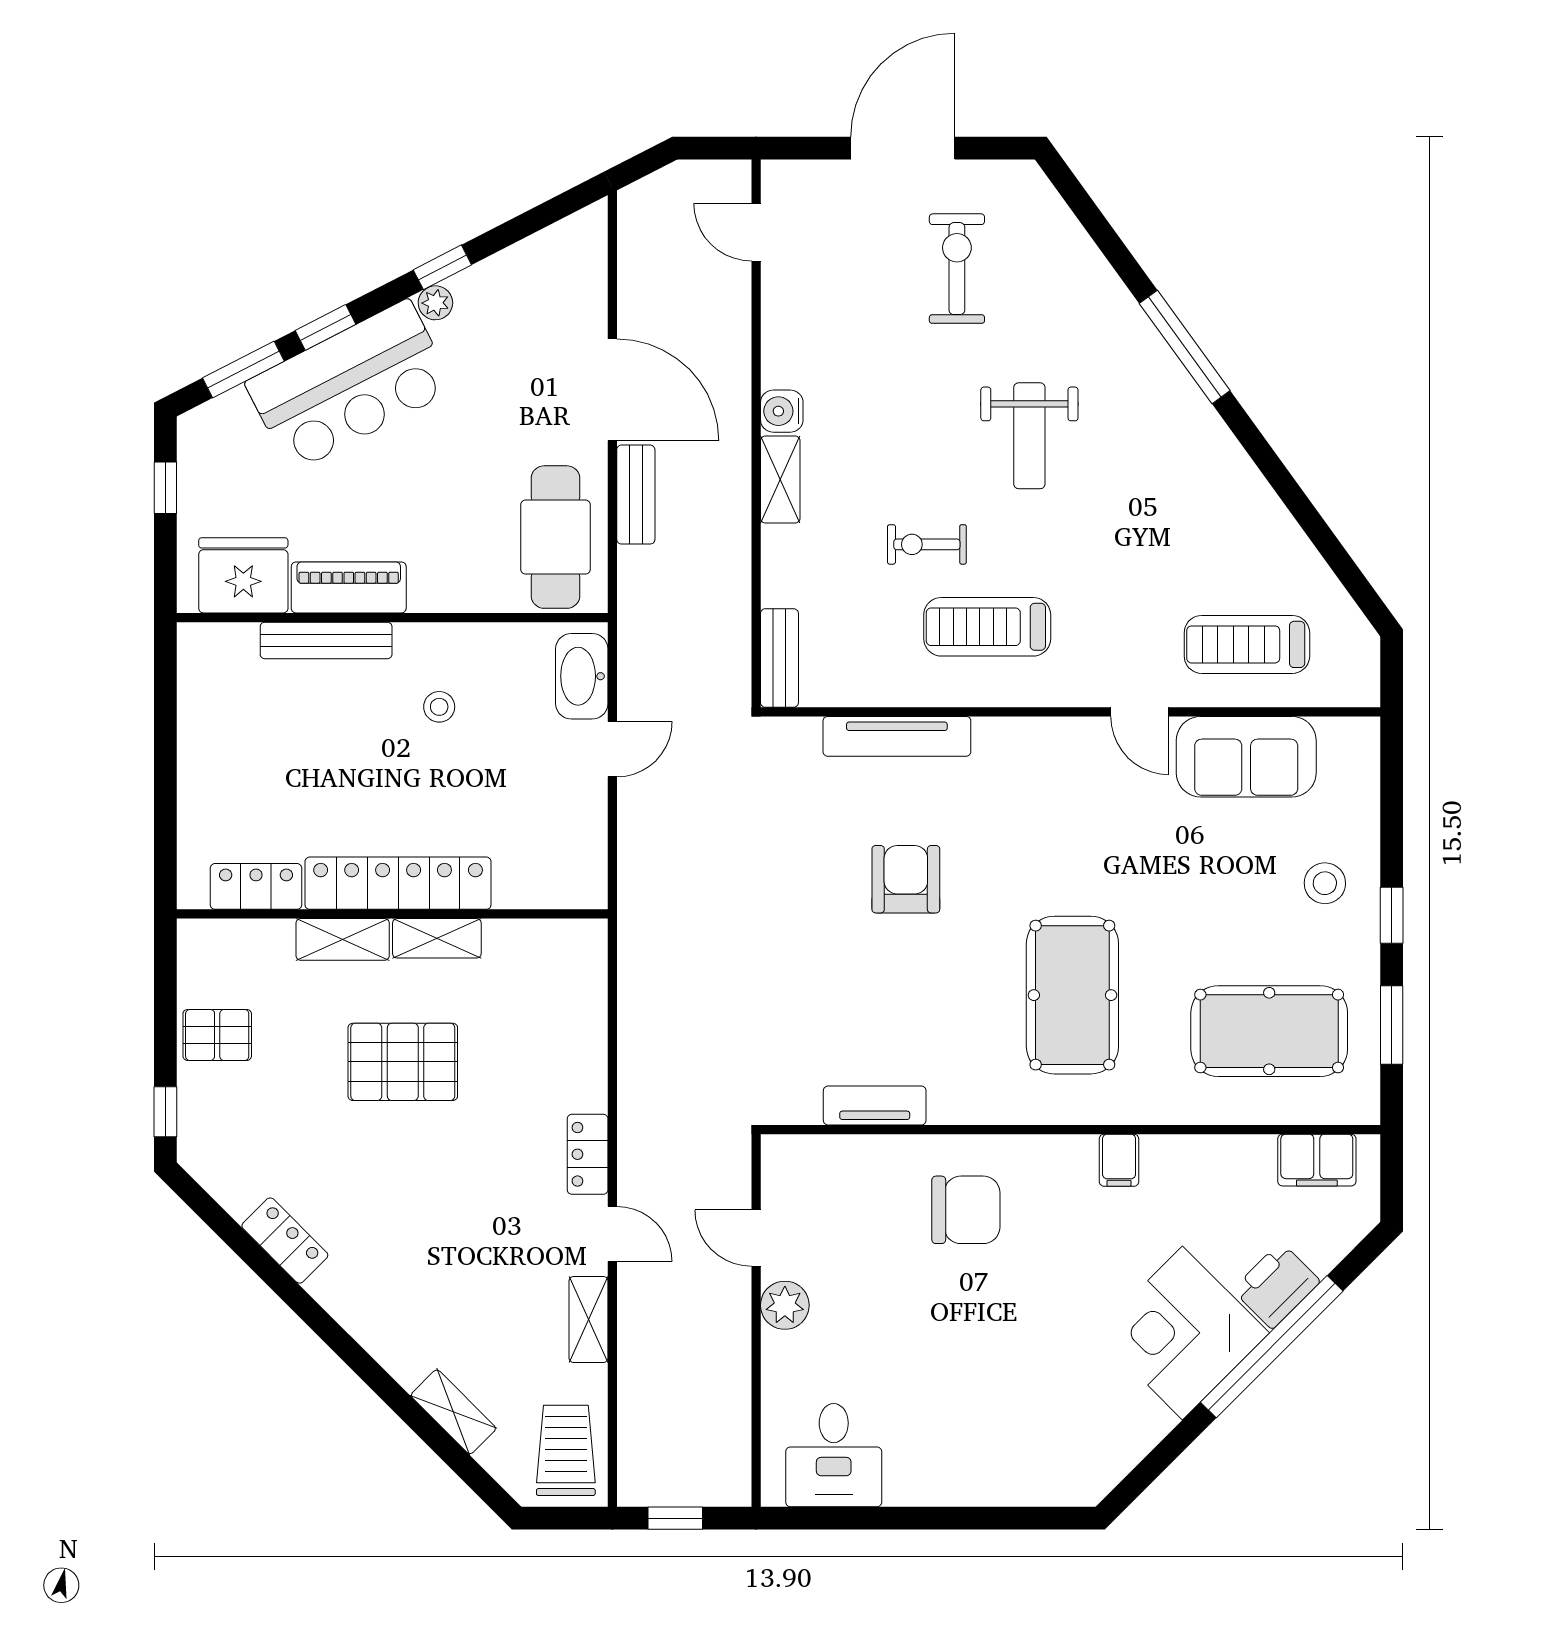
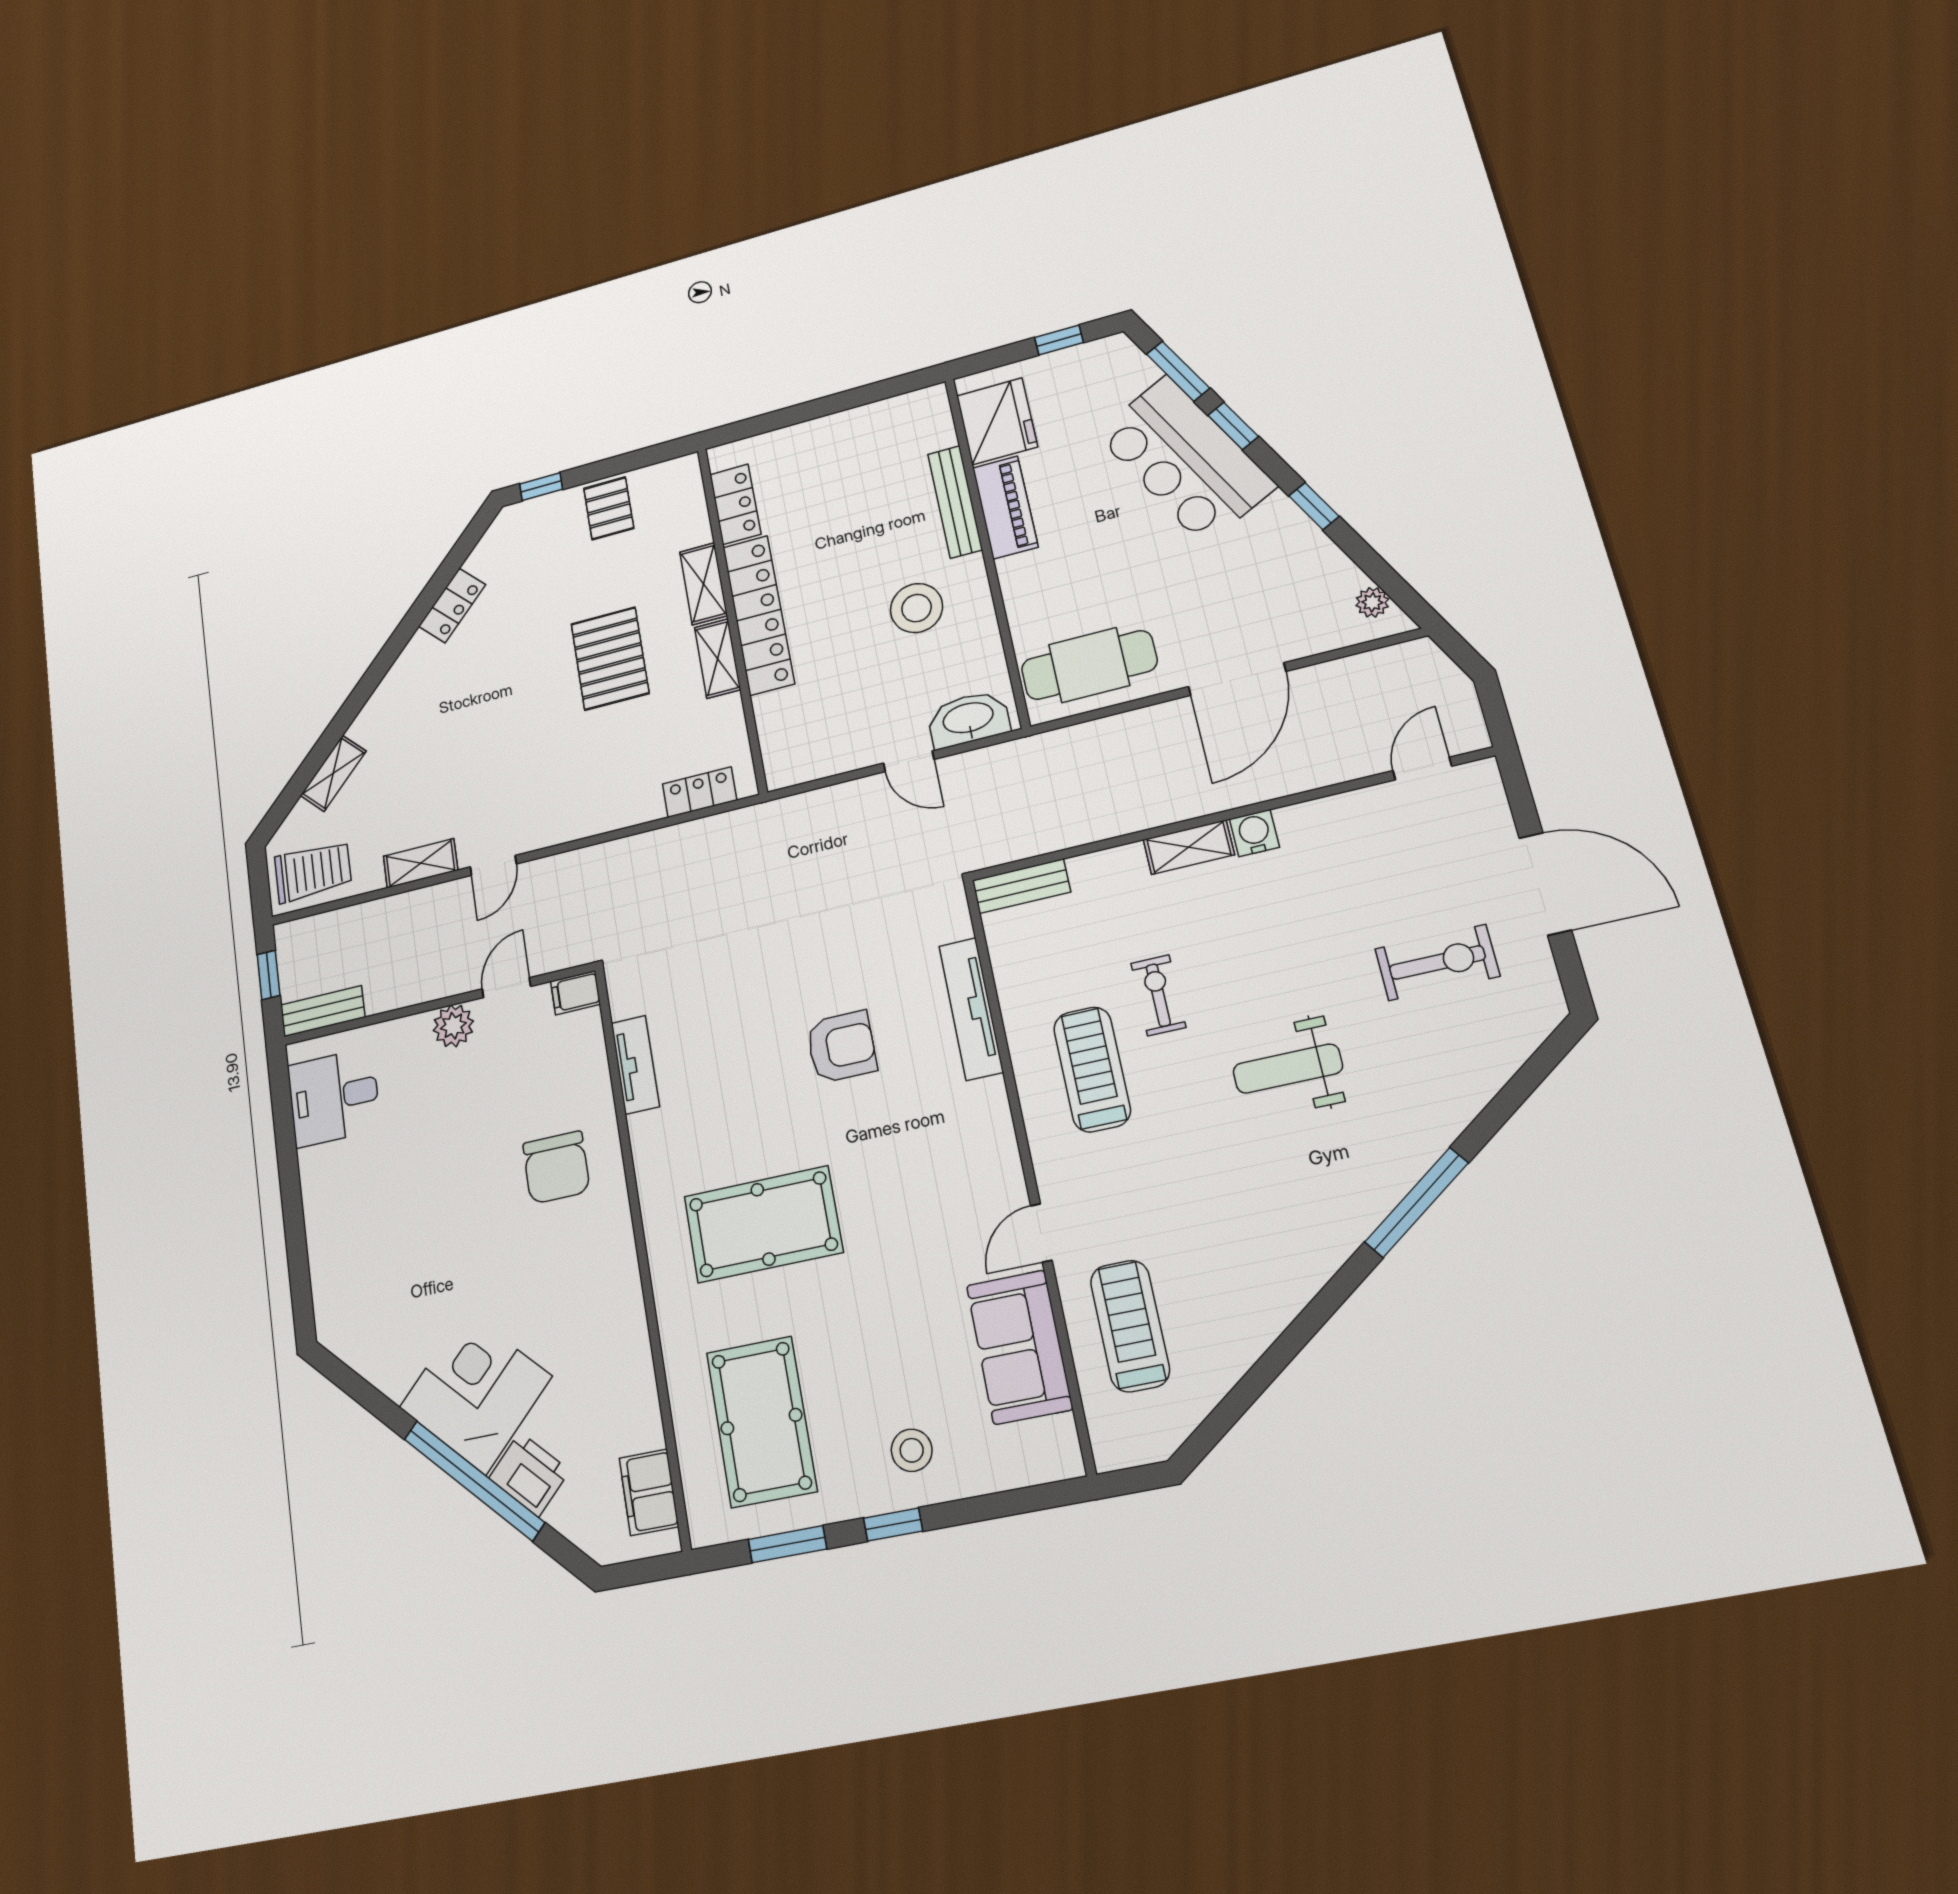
plant: (435, 303) -> (1372, 602), moved
bench: (636, 495) -> (323, 1011), moved
stool: (439, 707) -> (917, 608), width x1.89, depth x1.89
locker: (588, 1154) -> (700, 792), moved
filing cabinet: (1119, 1160) -> (575, 993), moved

